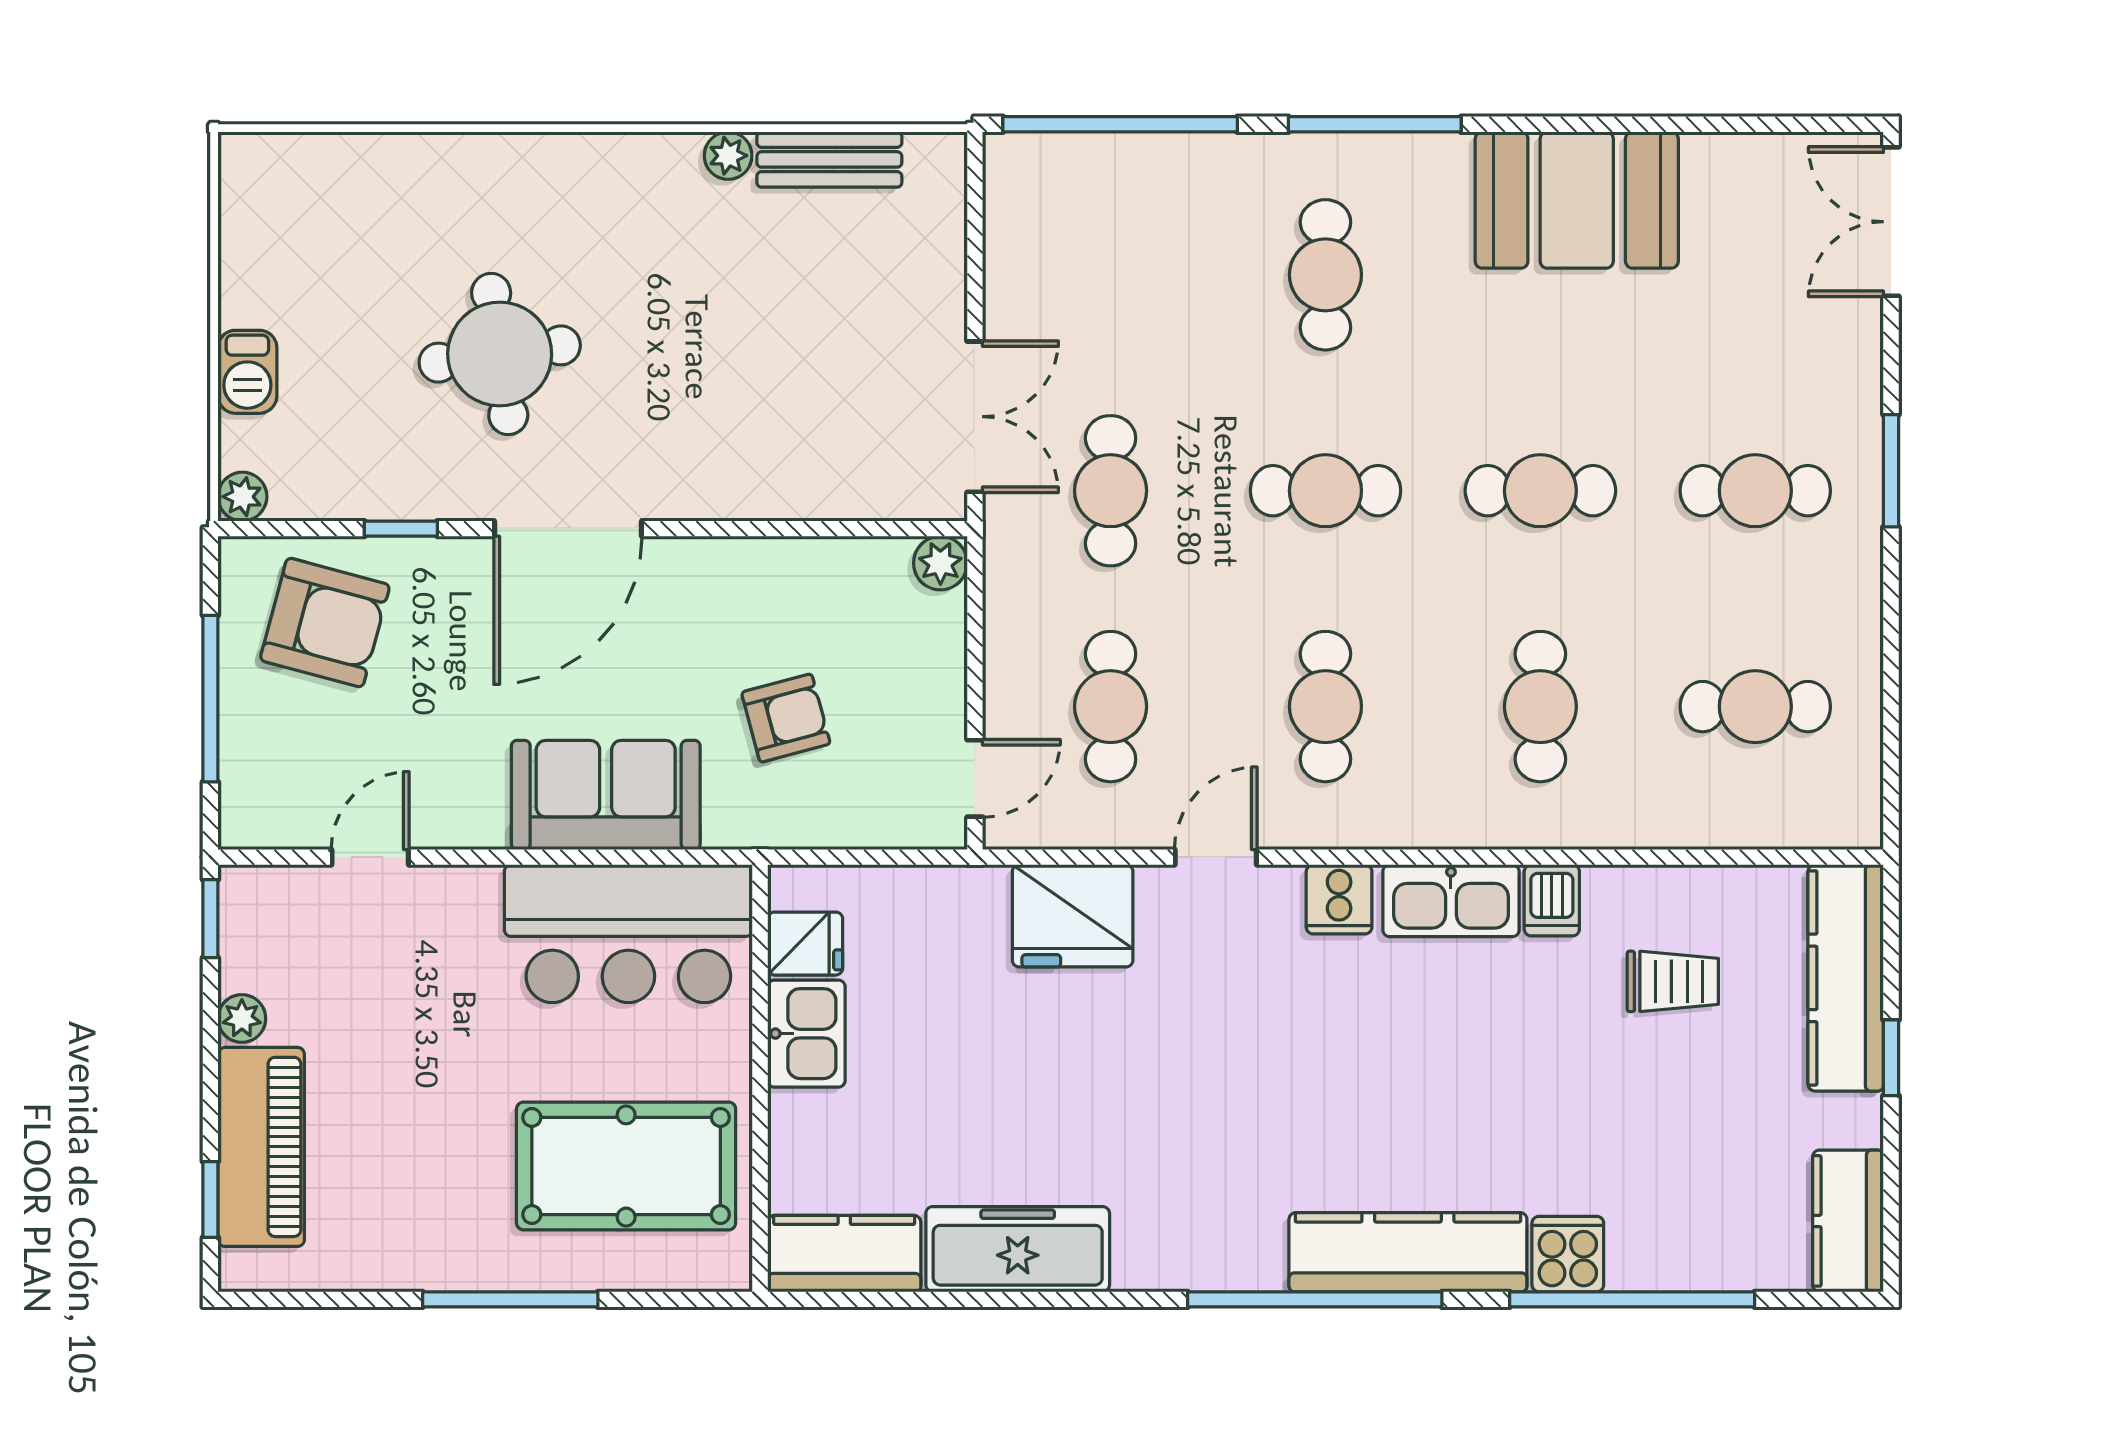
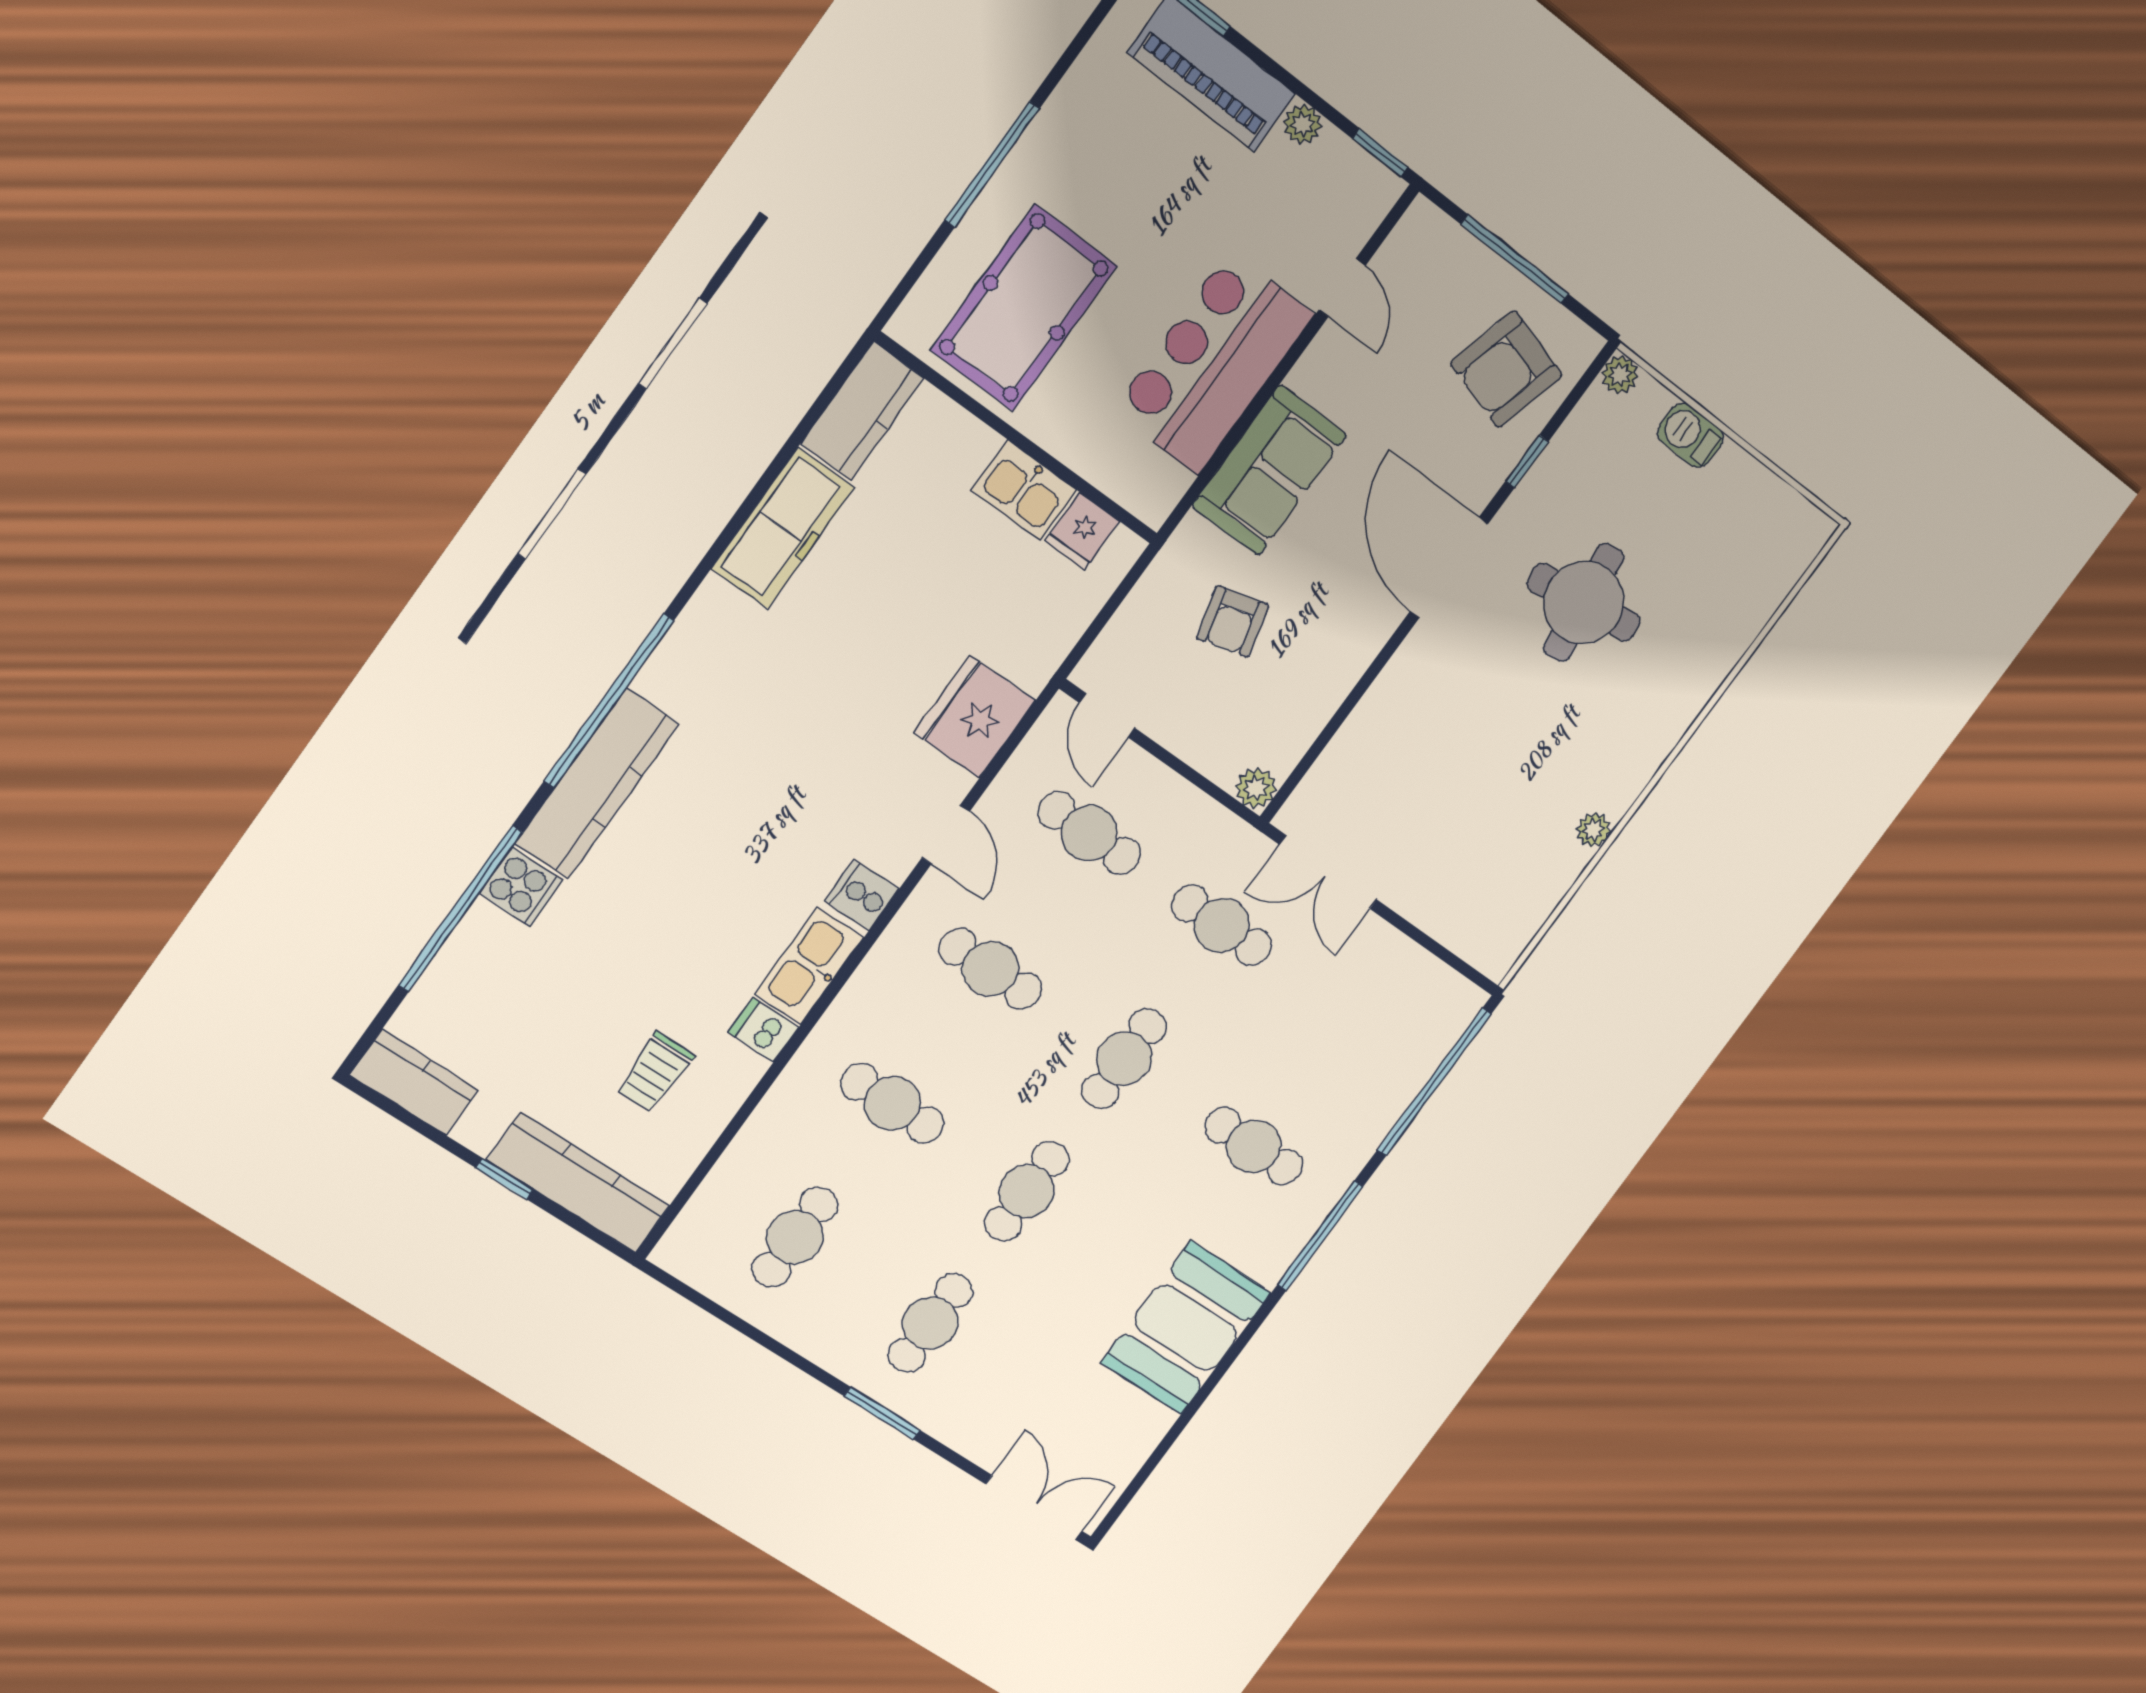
bench: (829, 159) -> (1545, 890), removed
bar counter: (628, 934) -> (1214, 363), moved

